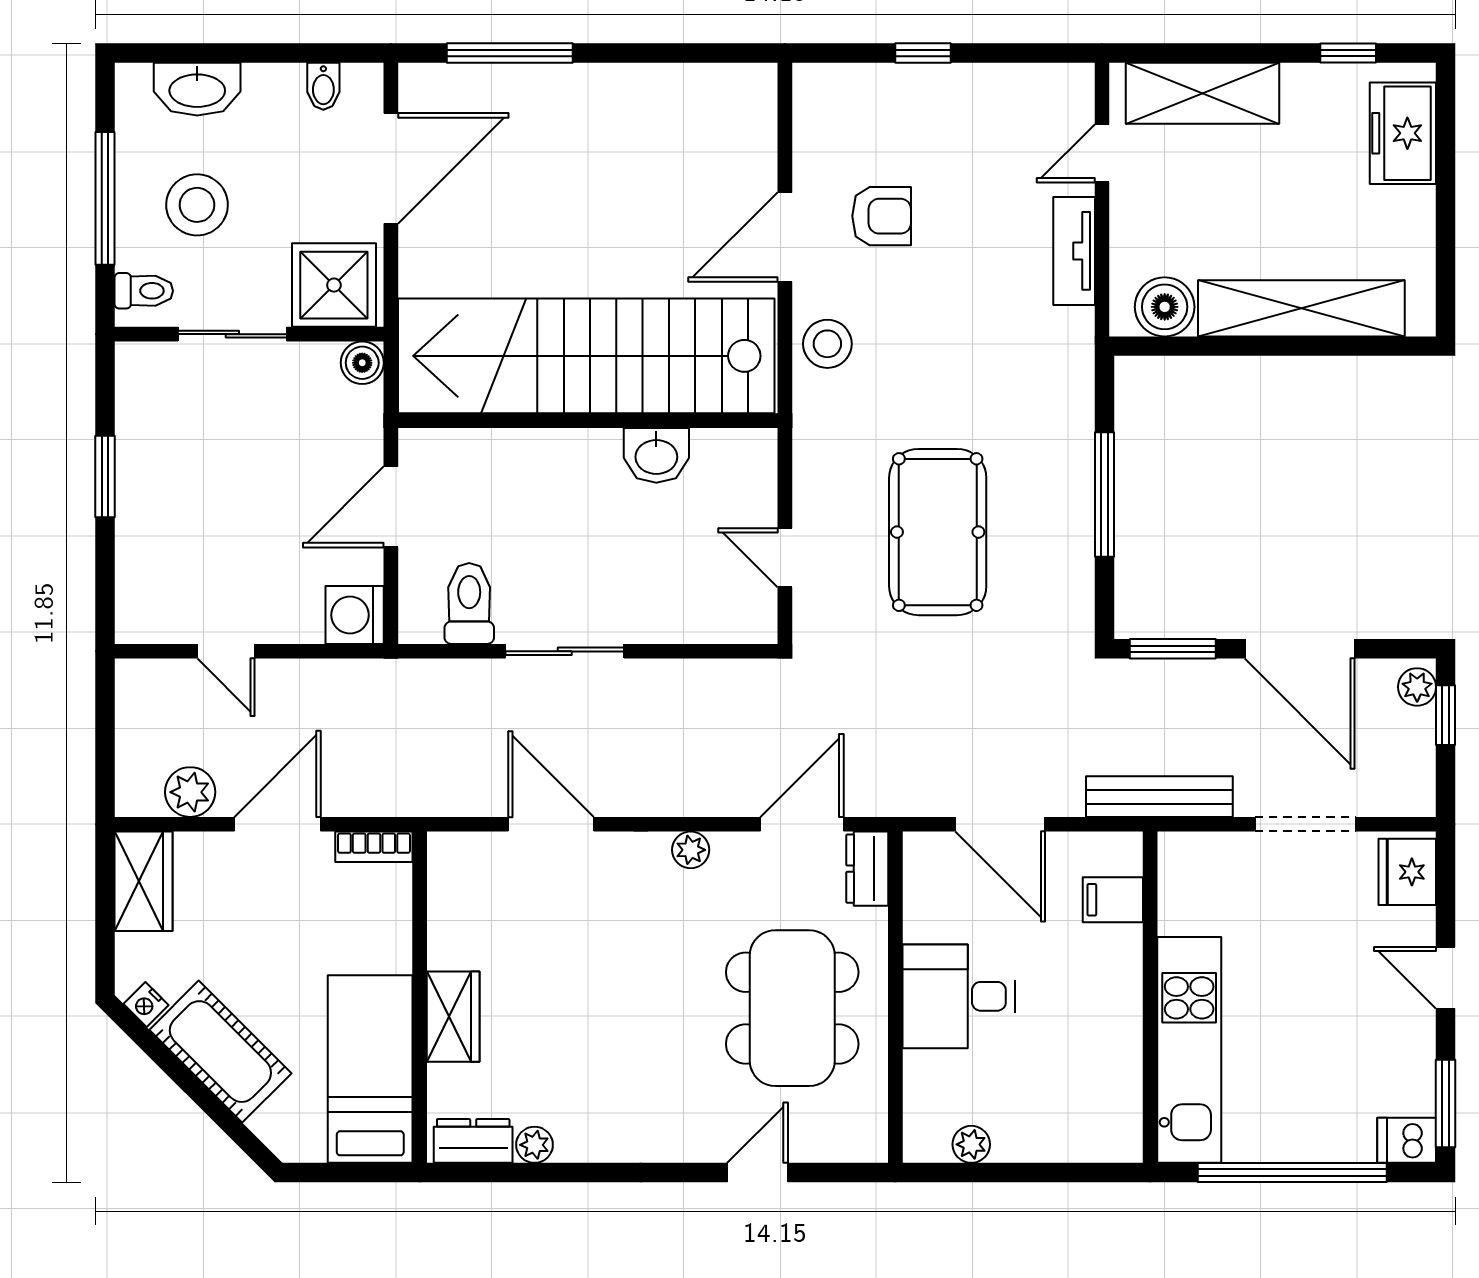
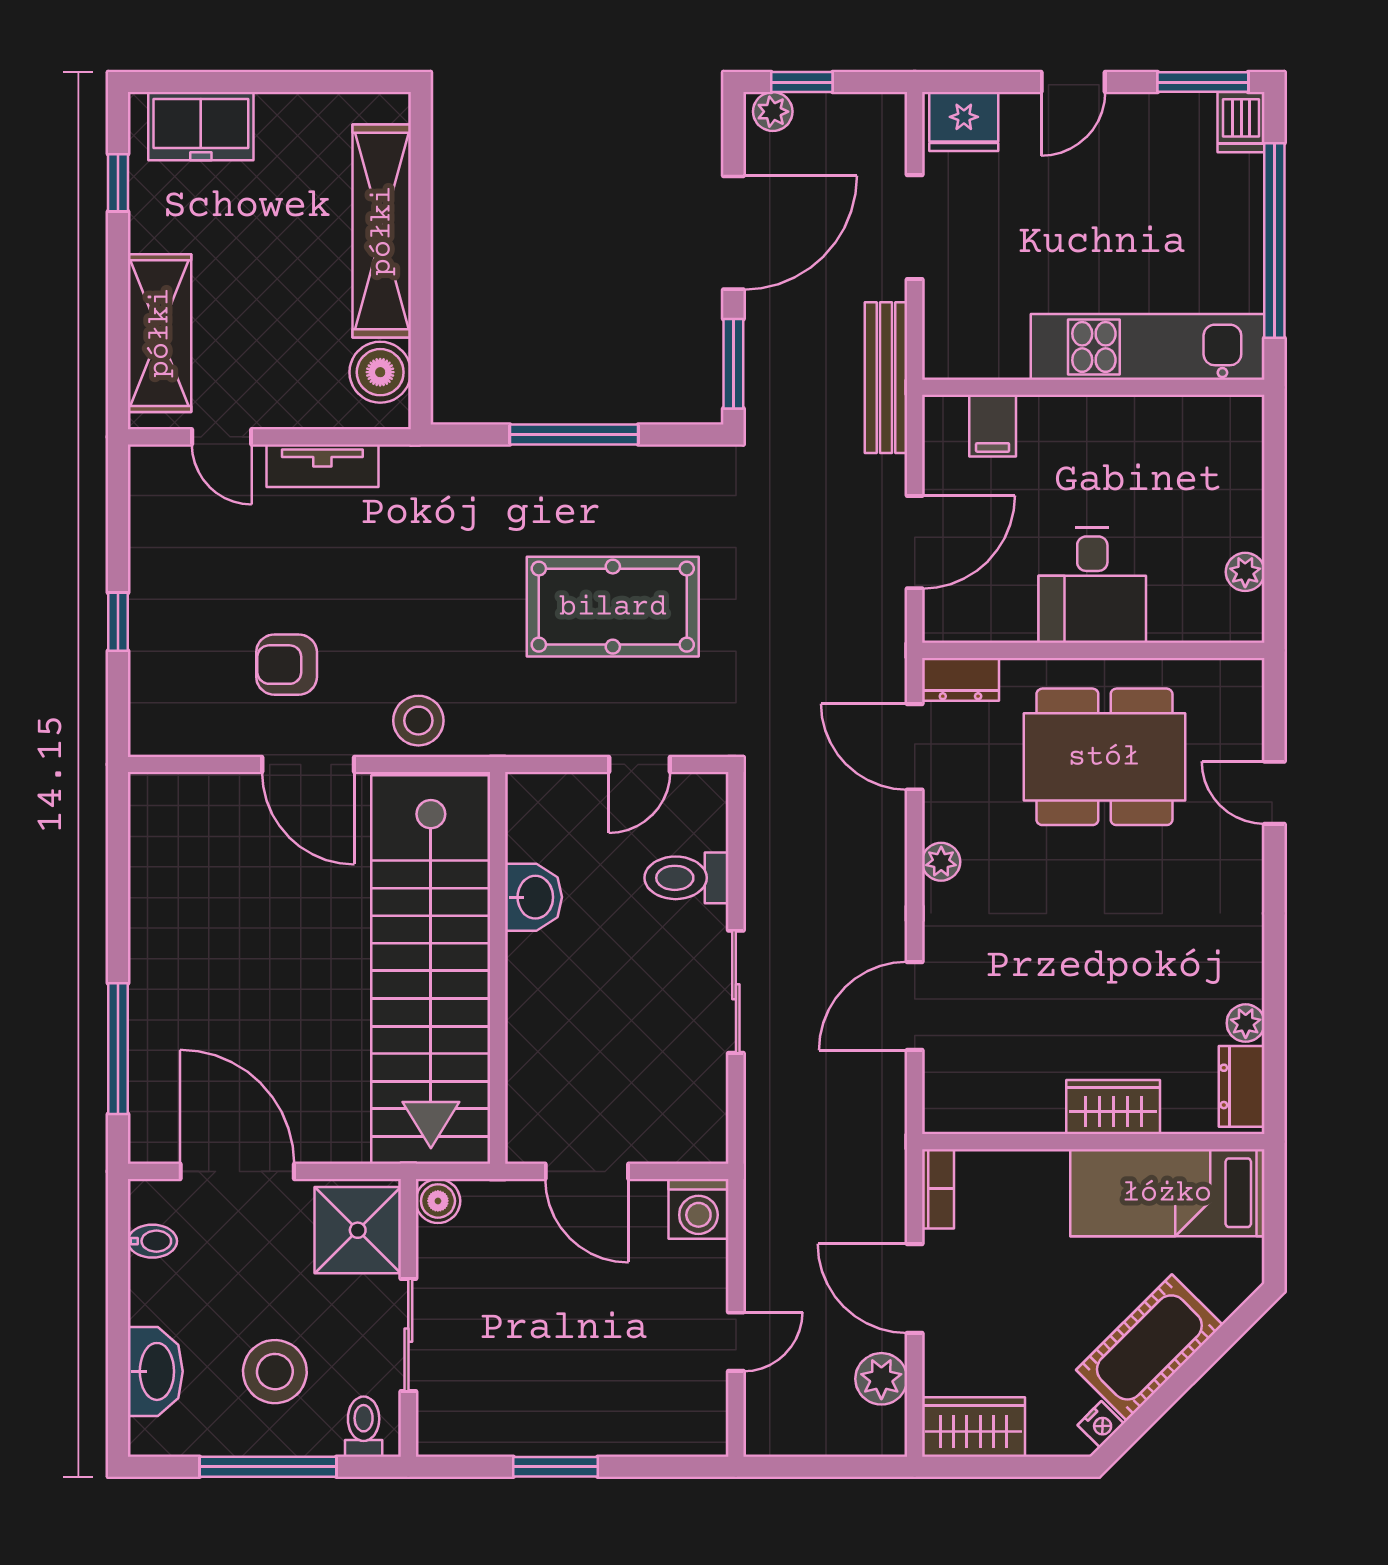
armchair: (882, 216) -> (287, 665), turned -90
toilet: (469, 603) -> (687, 878), moved

